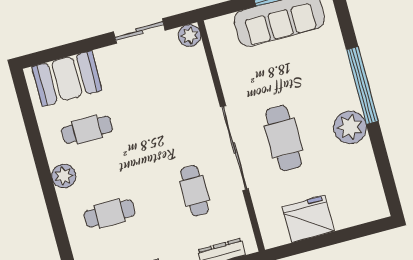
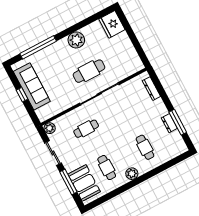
window: (76, 48) -> (68, 182), added
window: (362, 85) -> (38, 47), moved
cafe table: (195, 191) -> (86, 129), moved
fridge: (308, 219) -> (112, 24), moved

